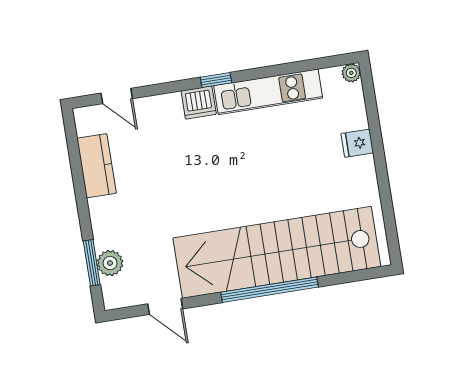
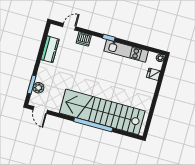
door: (117, 96) -> (69, 27), swing flipped
dishwasher: (199, 103) -> (84, 39), moved
fridge: (357, 143) -> (153, 74), moved
door: (165, 306) -> (40, 110), moved

